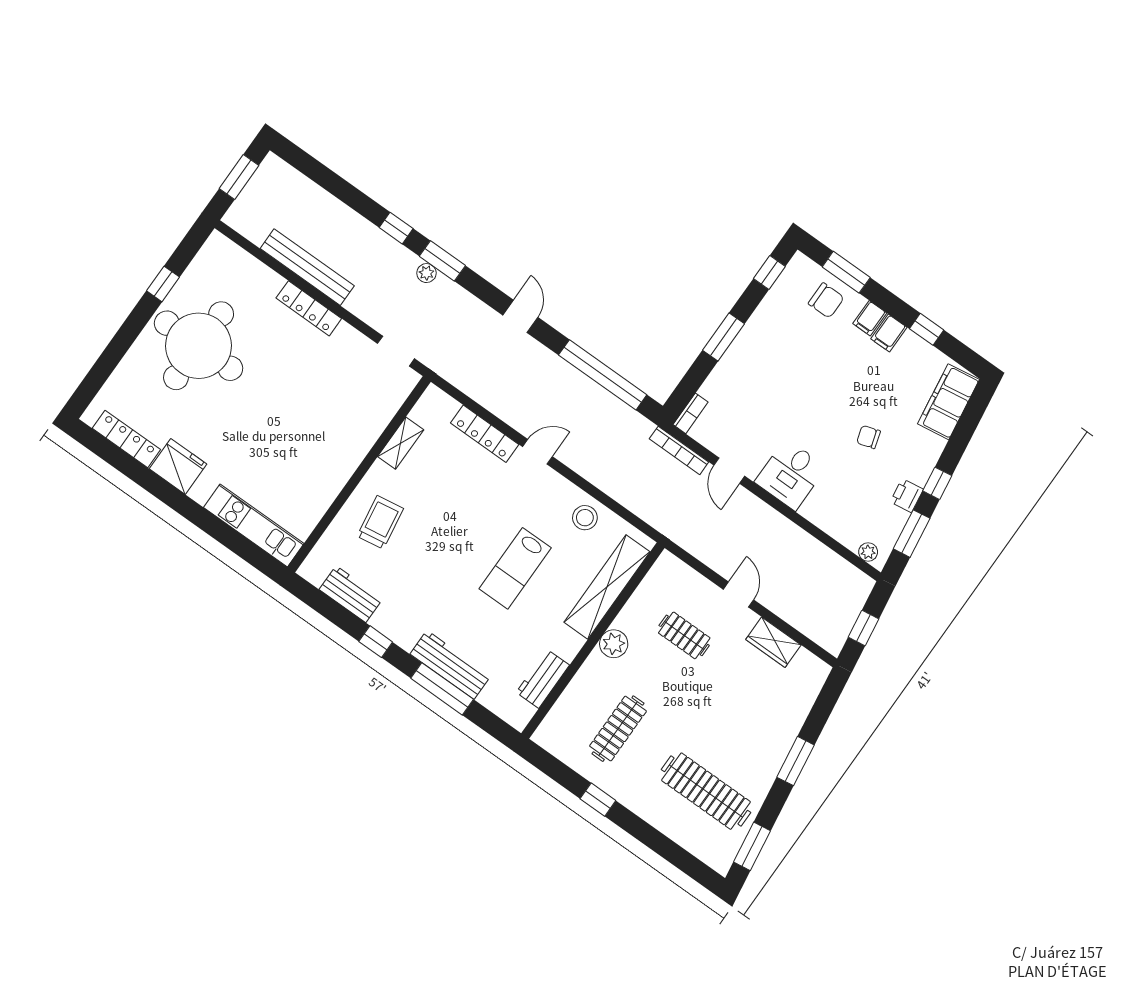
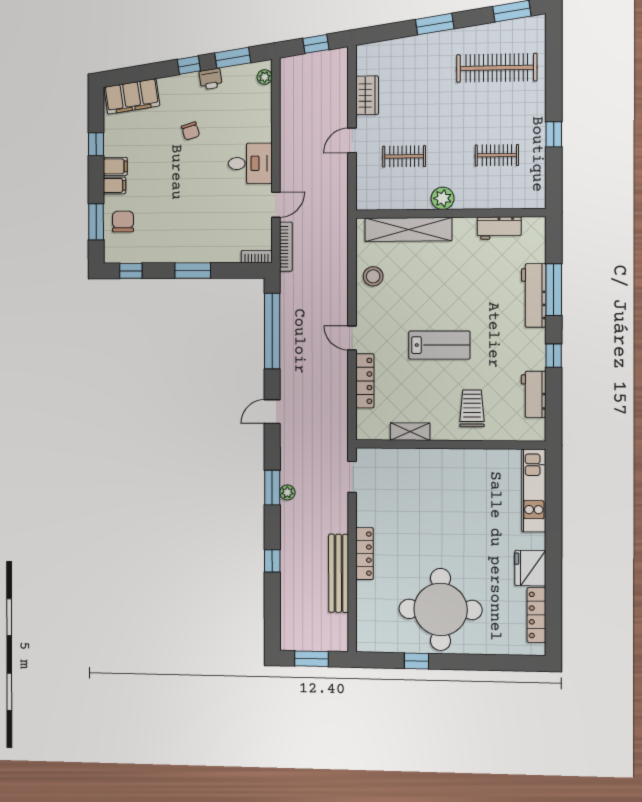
window: (396, 228) -> (272, 561), moved
trolley: (380, 522) -> (472, 408), turned 99
lab bench: (515, 568) -> (439, 345), moved
clothes rail: (684, 635) -> (404, 156), turned 90
clothes rail: (618, 729) -> (497, 155), width x0.73
clothes rail: (706, 791) -> (497, 68), turned 90

